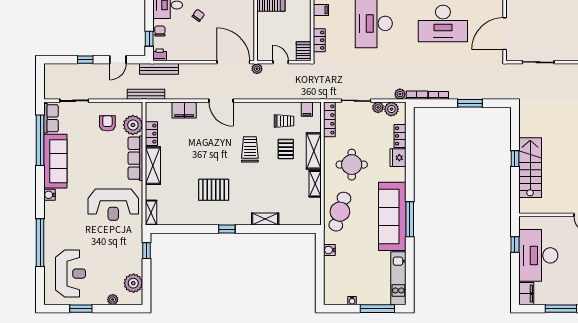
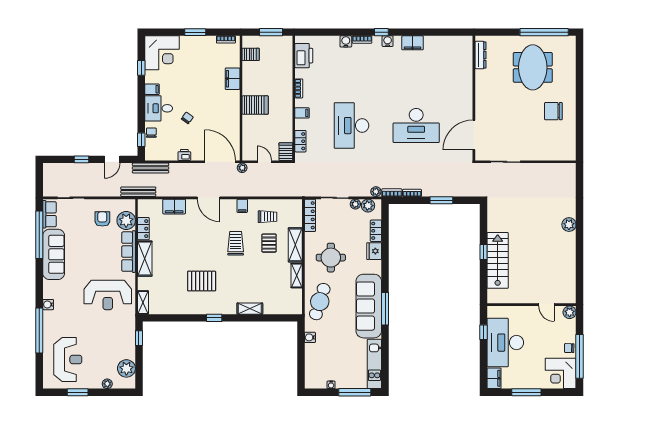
printer: (160, 55) -> (184, 155), moved
filing cabinet: (307, 109) -> (242, 206), moved
water cooler: (50, 195) -> (48, 305), moved

